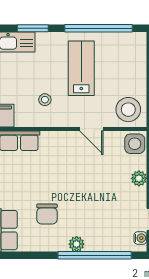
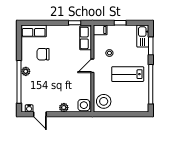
lab bench: (81, 68) -> (128, 74), turned 180
door: (91, 129) -> (92, 66), moved

